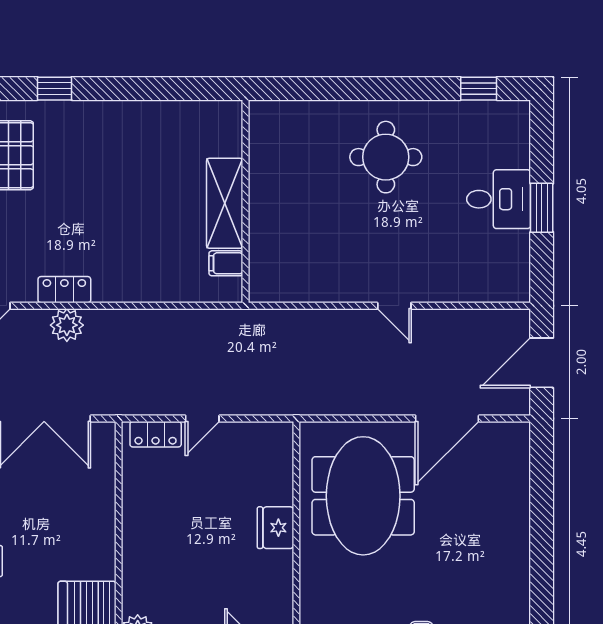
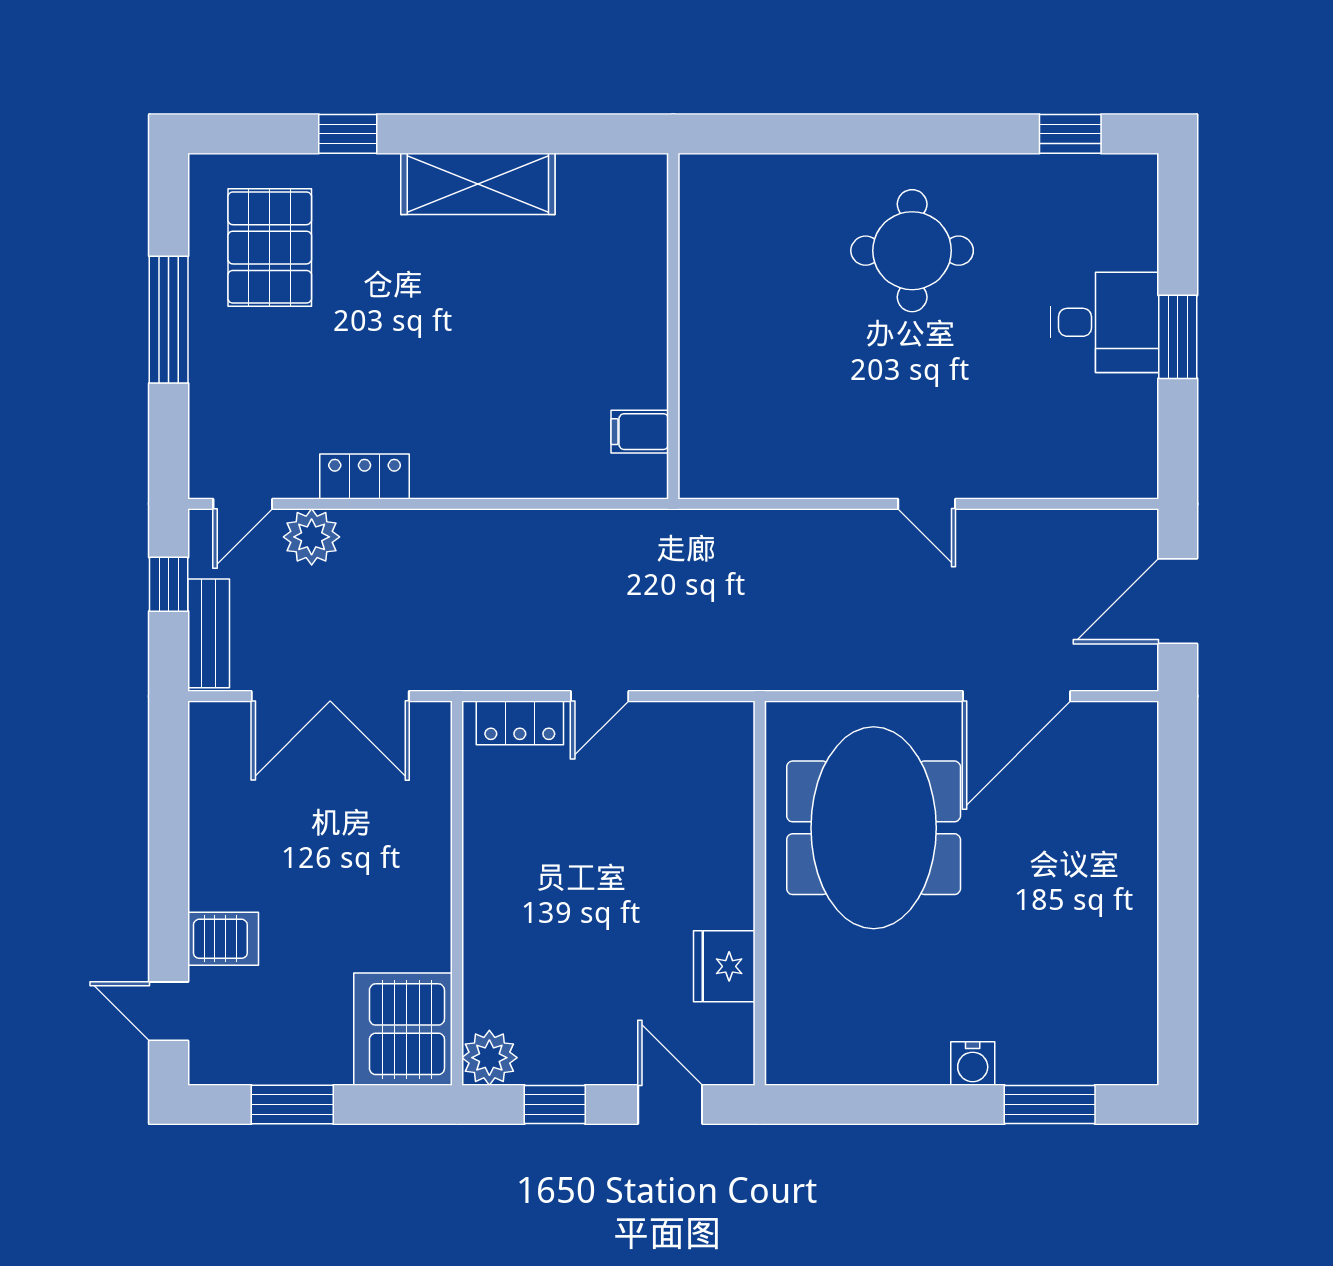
shelving: (225, 203) -> (478, 184), moved, turned 90
plant: (67, 325) -> (312, 537), moved
fridge: (275, 528) -> (724, 966), moved

